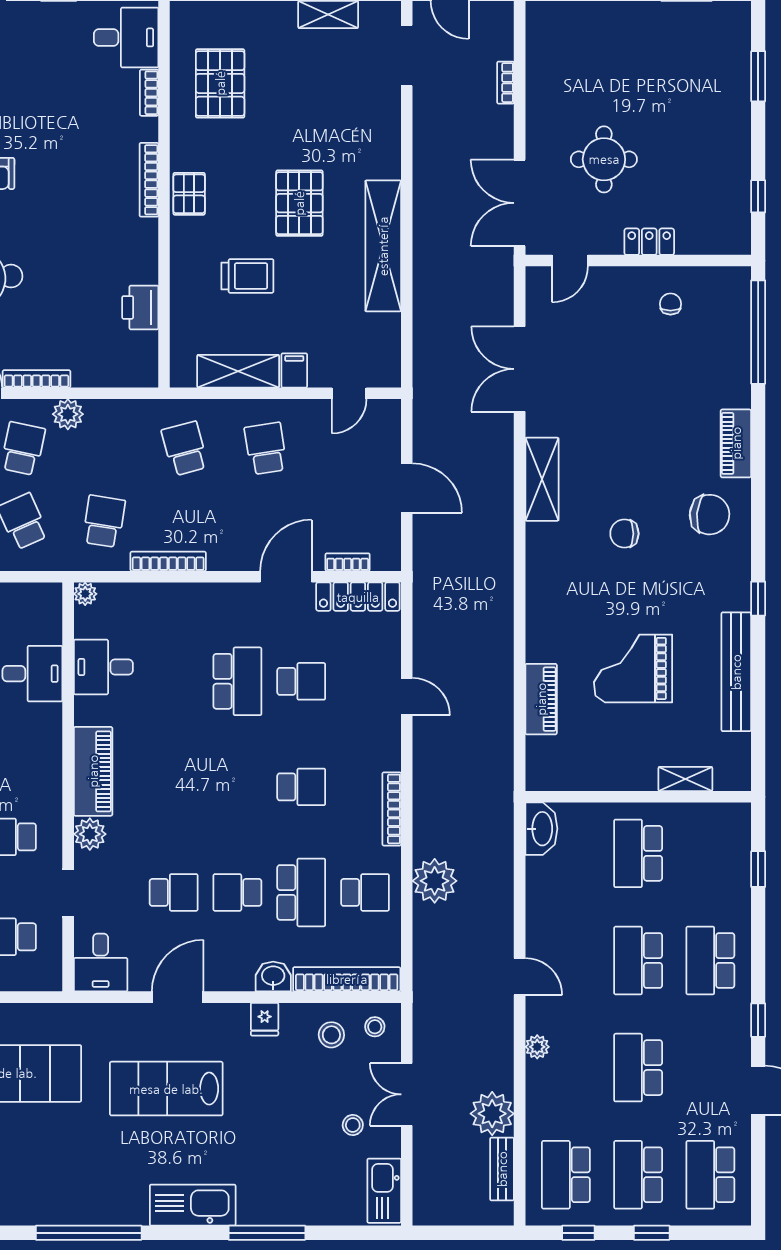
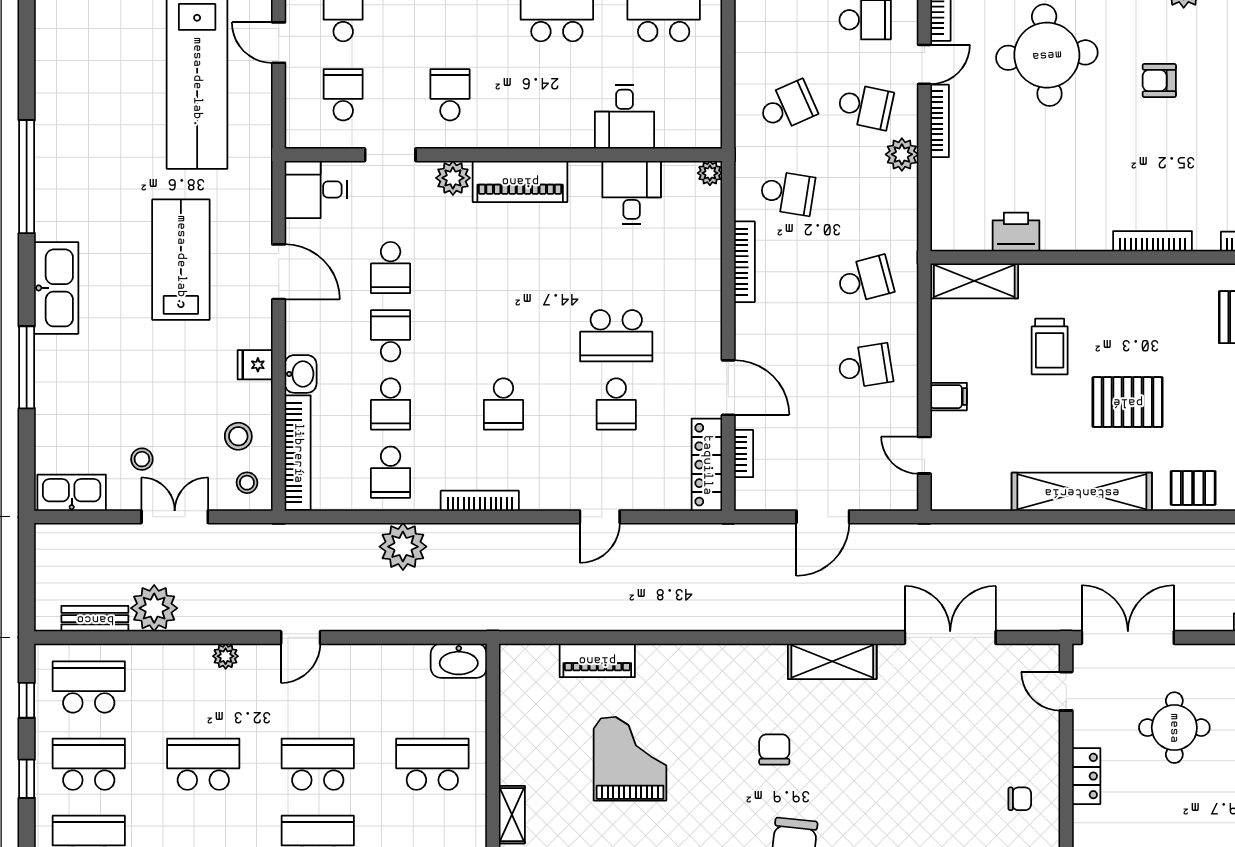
pallet: (189, 194) -> (1193, 488), moved
shelving: (238, 371) -> (974, 281), moved, turned 90
school desk: (301, 892) -> (391, 404), width x0.54

